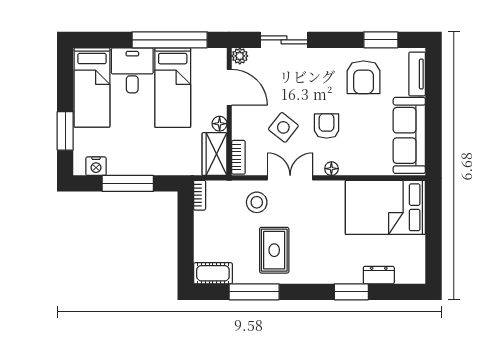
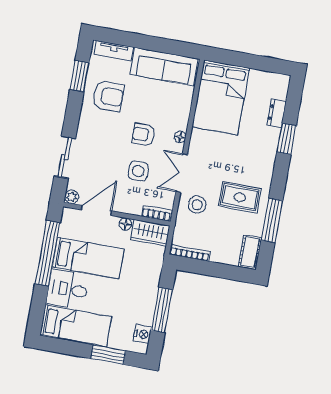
side table: (283, 127) -> (138, 171), turned -38
bookcase: (200, 195) -> (189, 253), width x1.56

